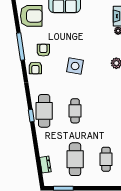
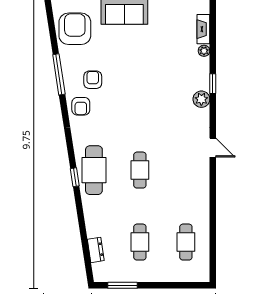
armchair: (31, 16) -> (75, 29), turned -90
side table: (75, 66) -> (140, 103), removed
cafe table: (75, 159) -> (140, 242), width x0.73, depth x0.74

